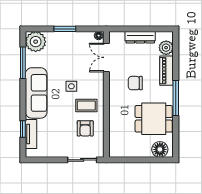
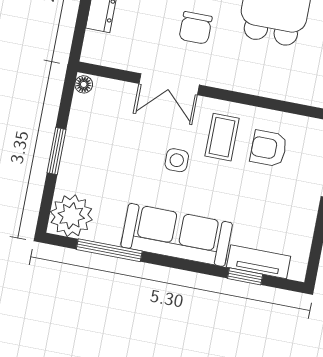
double door: (106, 57) -> (169, 84), moved
armchair: (85, 128) -> (269, 148), turned 180

